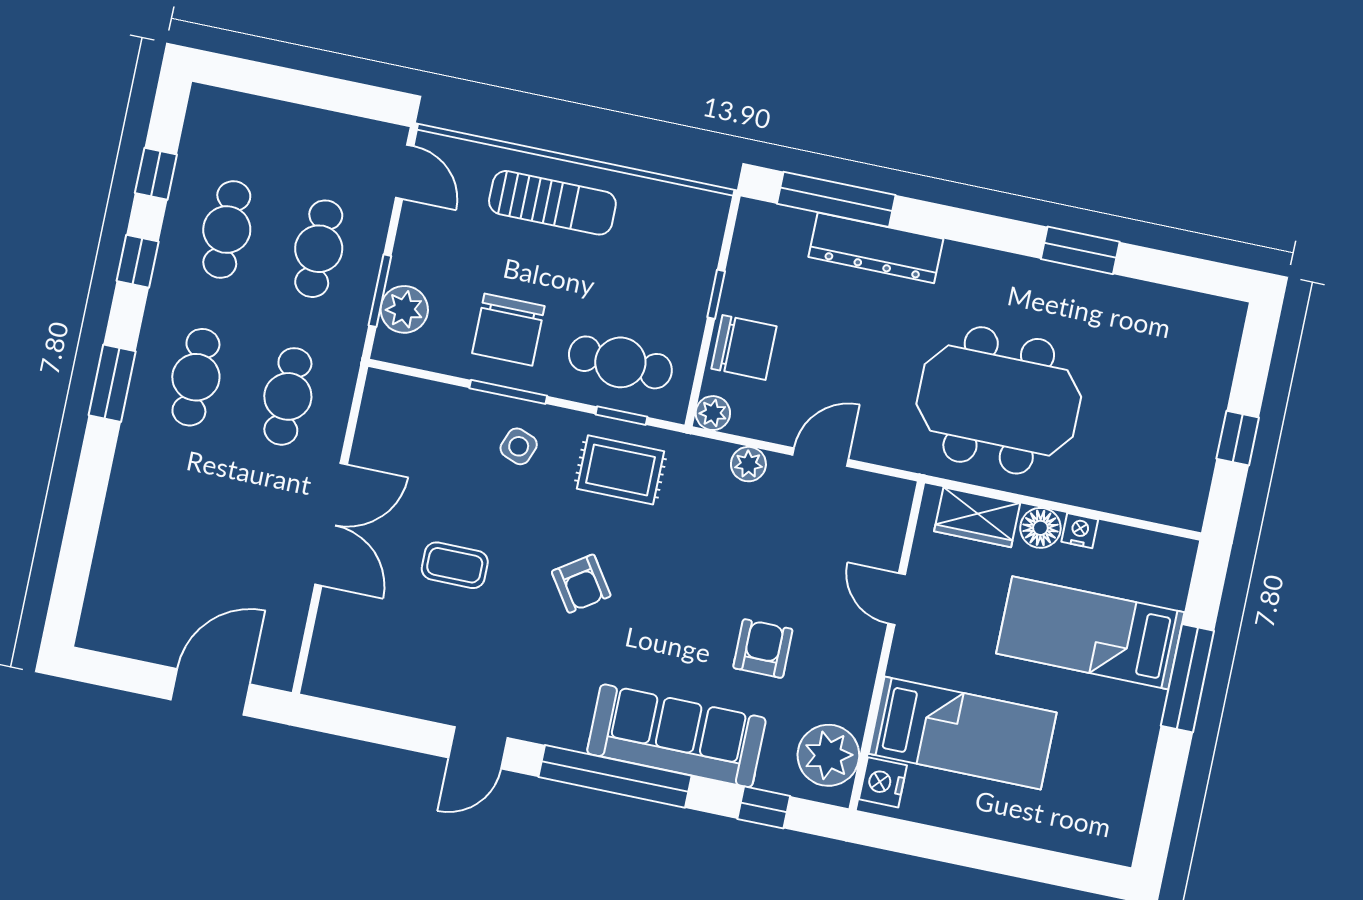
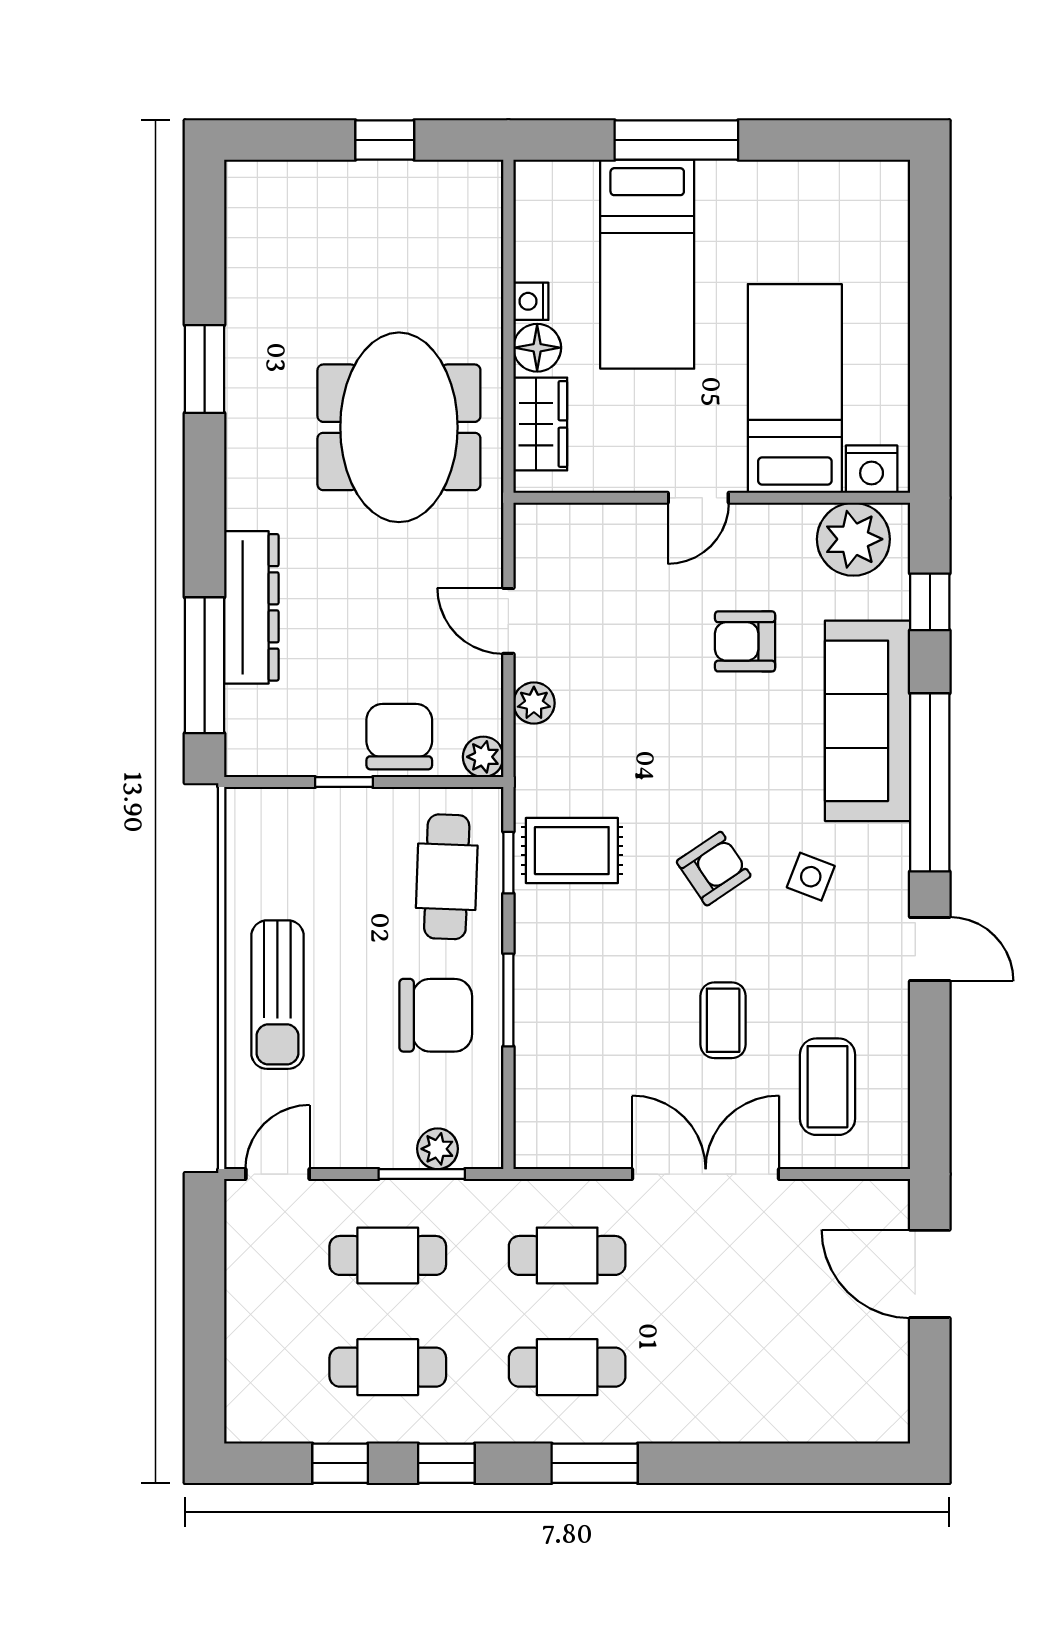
sun lounger: (552, 203) -> (277, 995), turned 180
plant: (404, 309) -> (438, 1149), width x0.73, depth x0.73
side table: (519, 446) -> (811, 877), moved
rug: (620, 470) -> (572, 851), turned 90
door: (897, 599) -> (698, 498), moved
coffee table: (382, 640) -> (827, 1087), added

